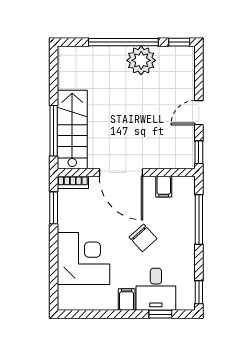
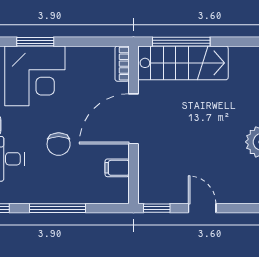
window: (54, 208) -> (35, 42), moved
window: (199, 220) -> (58, 208), moved
chair: (143, 238) -> (59, 144), turned -48

